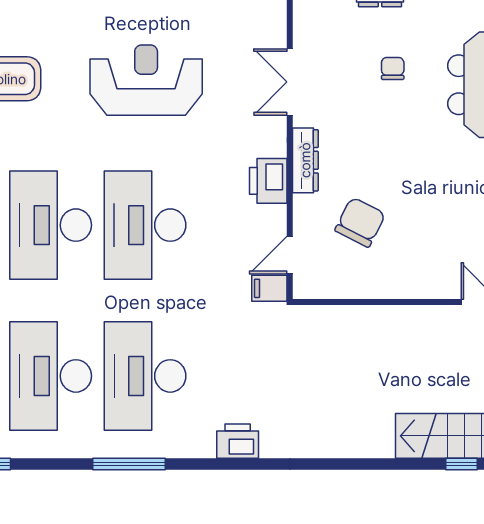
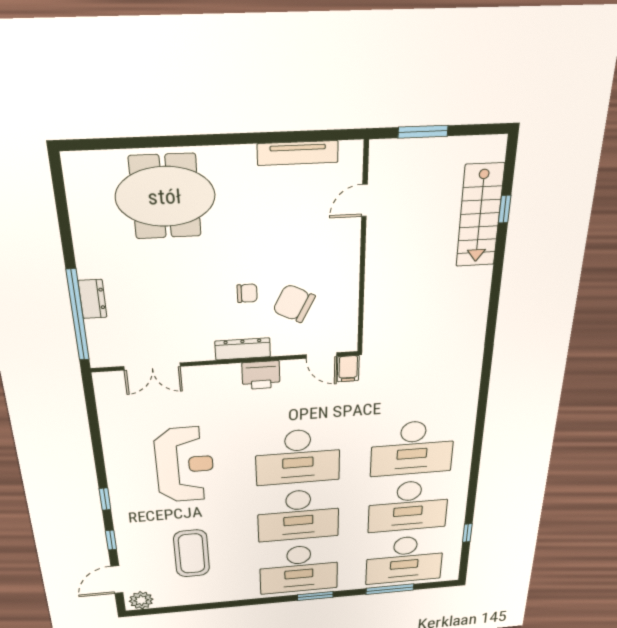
chair: (393, 68) -> (247, 293), moved, turned 180
reception desk: (146, 80) -> (185, 465), turned 180
double door: (290, 82) -> (152, 366), moved
printer: (238, 441) -> (467, 383), removed
window: (129, 464) -> (477, 453), removed

